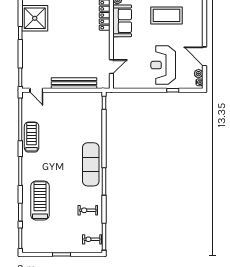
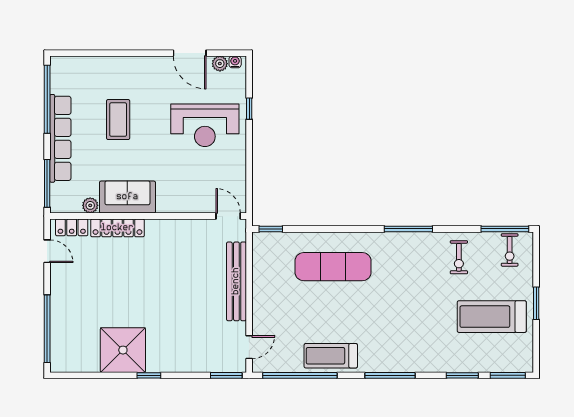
coffee table: (167, 15) -> (118, 120), width x0.73, depth x0.76
door: (205, 56) -> (190, 53), hinge flipped
door: (111, 67) -> (228, 216), moved
exercise mat: (91, 164) -> (333, 267), moved
treadmill: (40, 201) -> (492, 317), moved

